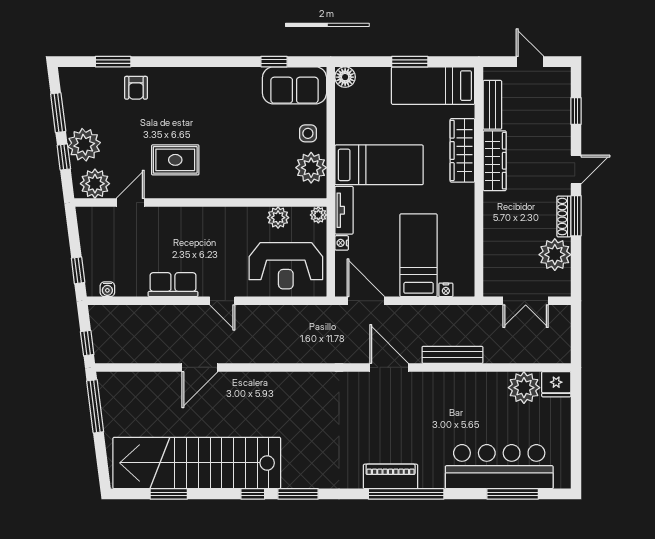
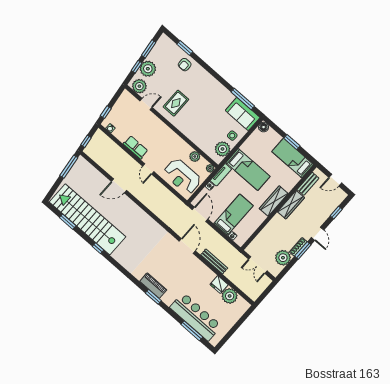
window: (274, 62) -> (243, 99), width x2.17
door: (530, 62) -> (335, 180), swing flipped
wardrobe: (462, 150) -> (274, 201), moved
rug: (175, 160) -> (176, 103), turned 90
door: (576, 170) -> (318, 234), hinge flipped
fridge: (556, 384) -> (219, 285), moved
window: (298, 494) -> (114, 263), removed
window: (406, 494) -> (153, 297), width x0.47

